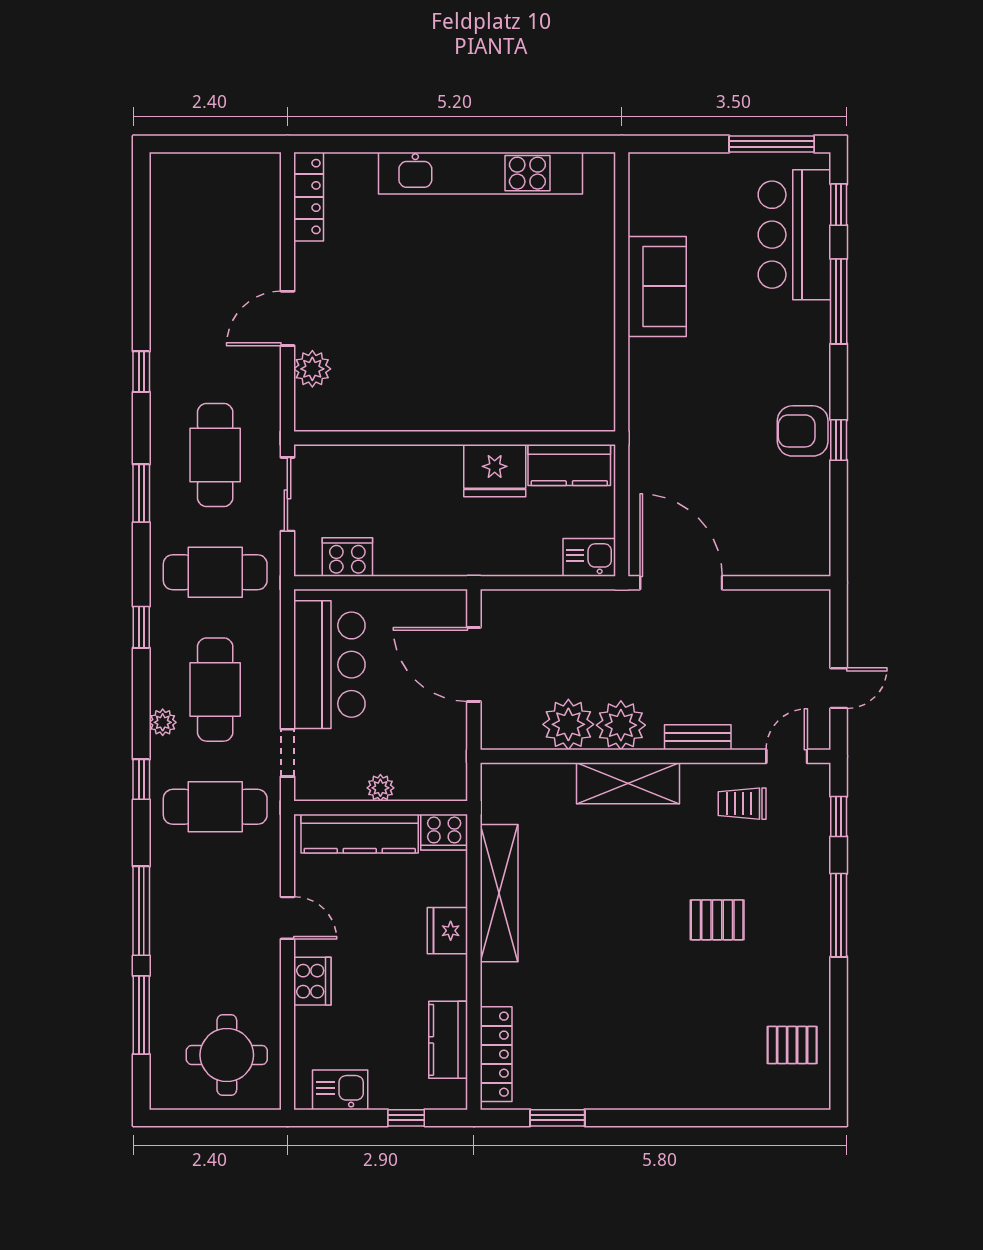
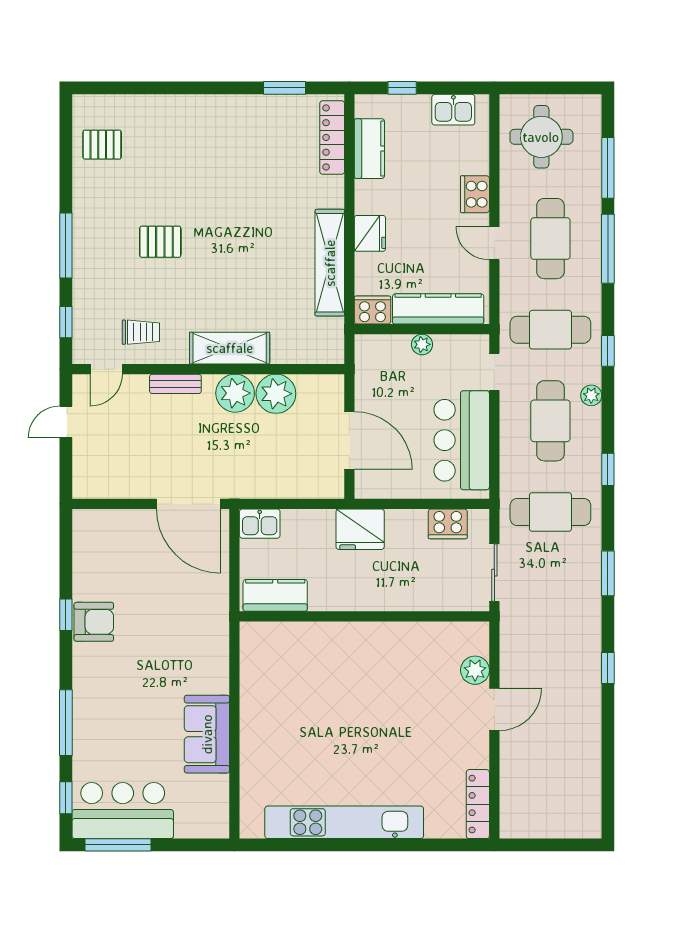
bar counter: (794, 235) -> (123, 811), moved, turned -90
cafe table: (215, 455) -> (550, 239), moved
fridge: (495, 471) -> (360, 529), moved, turned 180

